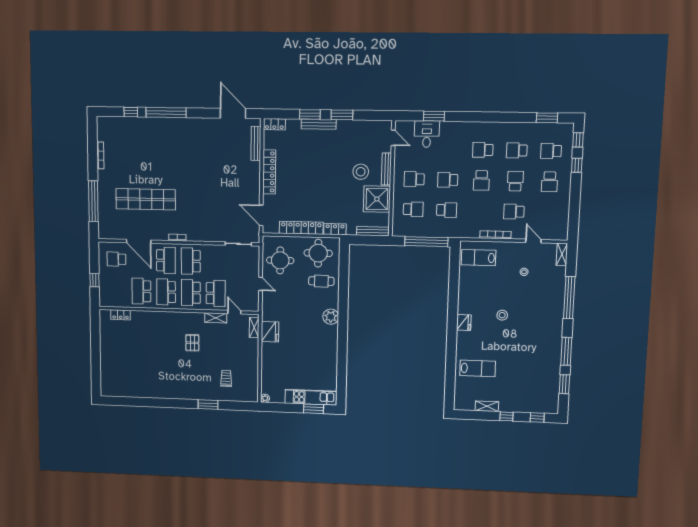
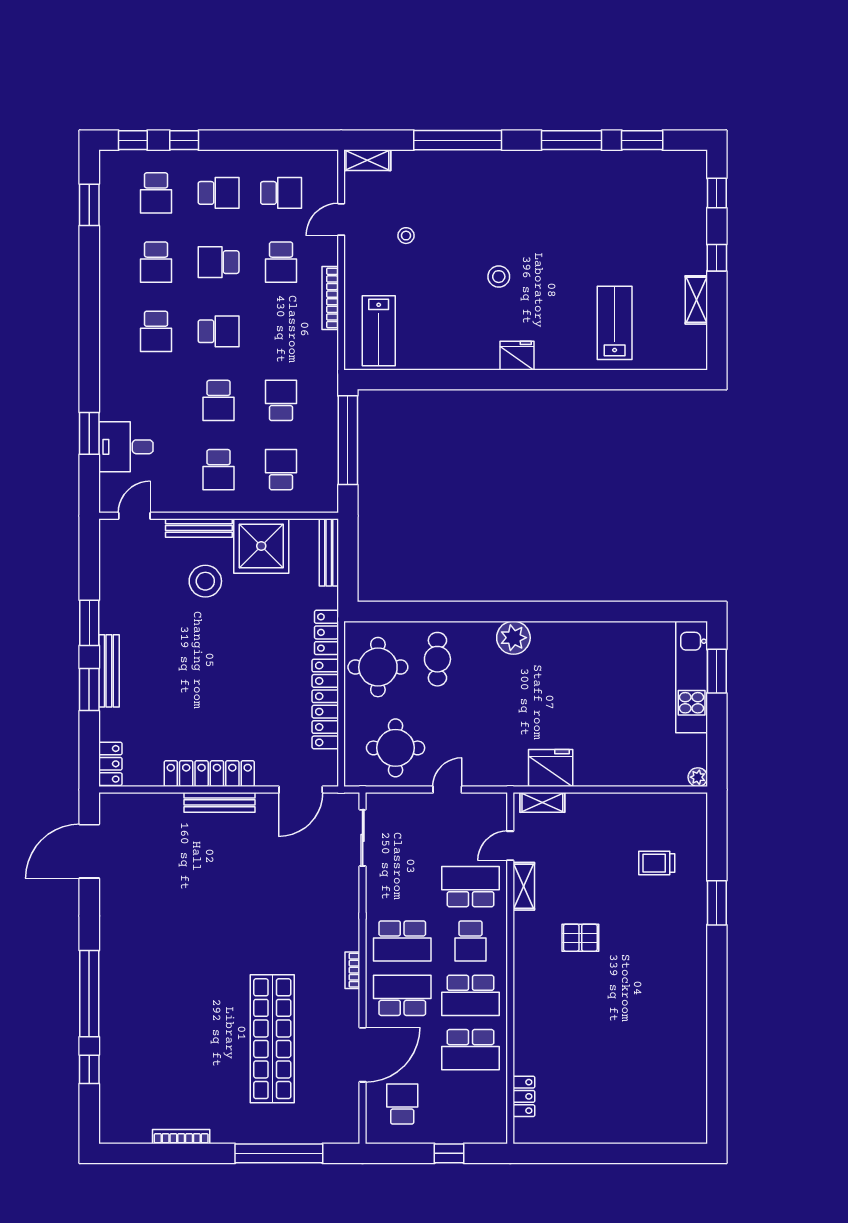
bench: (256, 143) -> (219, 802), moved
school desk: (548, 212) -> (281, 193), added
school desk: (116, 259) -> (402, 1104), turned 180
school desk: (191, 293) -> (470, 941), width x0.54

